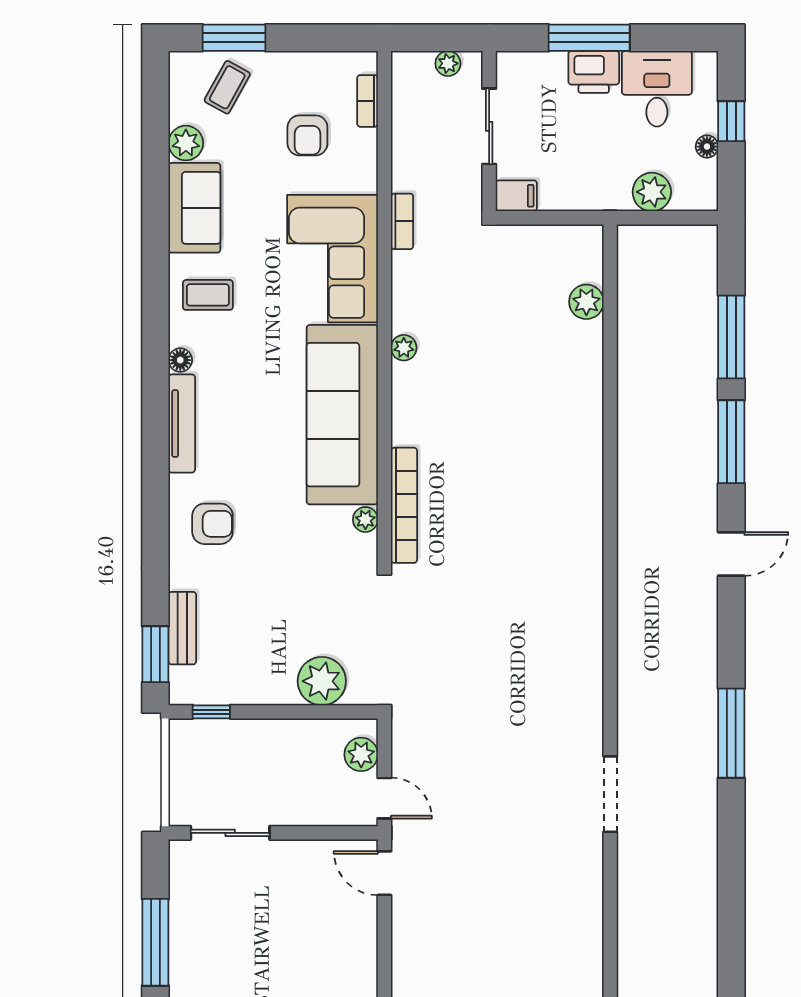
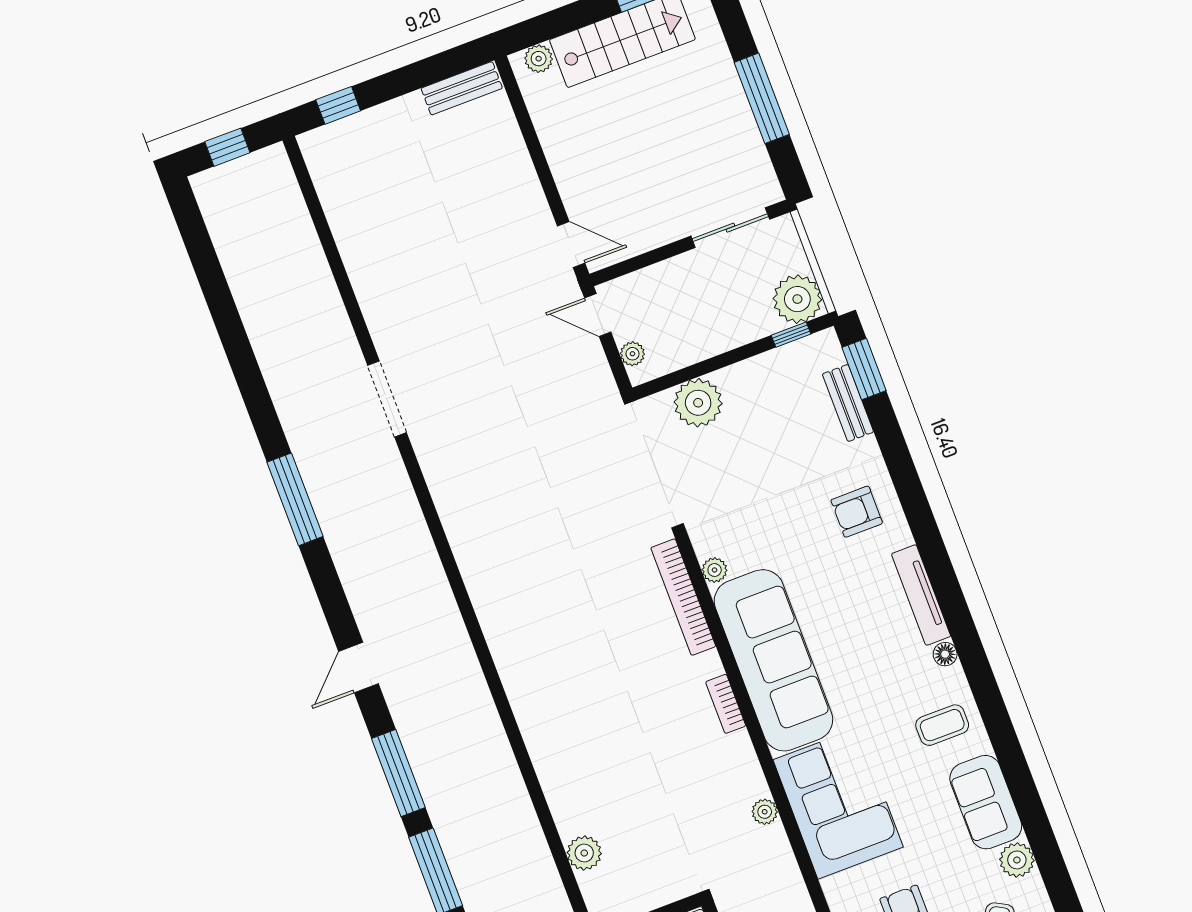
bookcase: (402, 221) -> (726, 704), moved
plant: (404, 348) -> (765, 812), moved
plant: (193, 743) -> (797, 299), added
plant: (361, 754) -> (632, 354), width x0.73, depth x0.73

